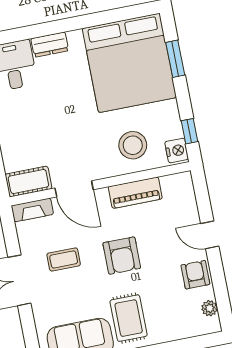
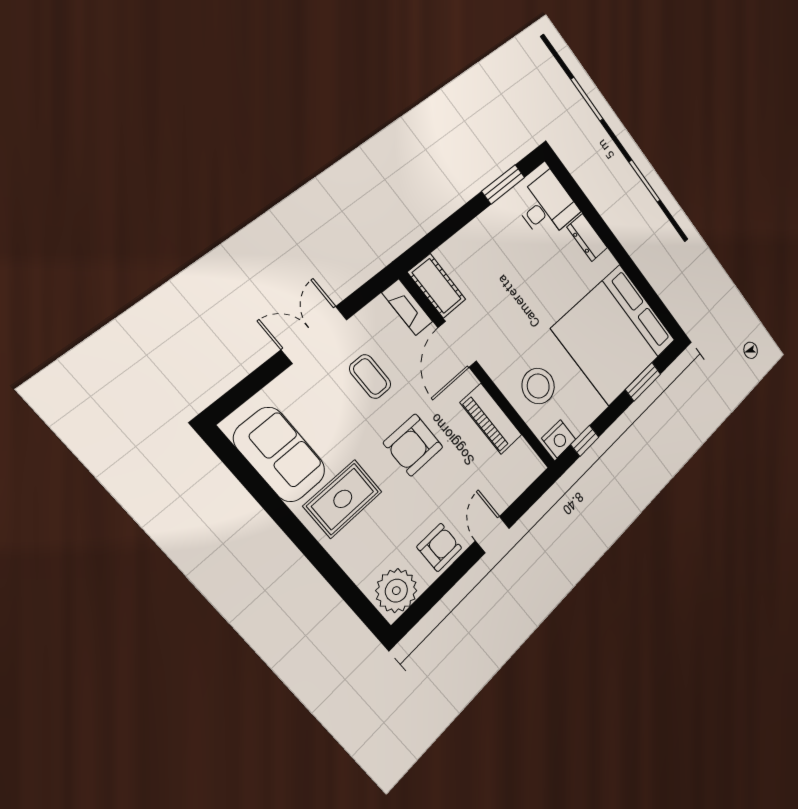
plant: (210, 308) -> (396, 591), width x1.87, depth x1.87

